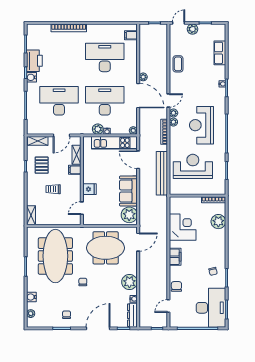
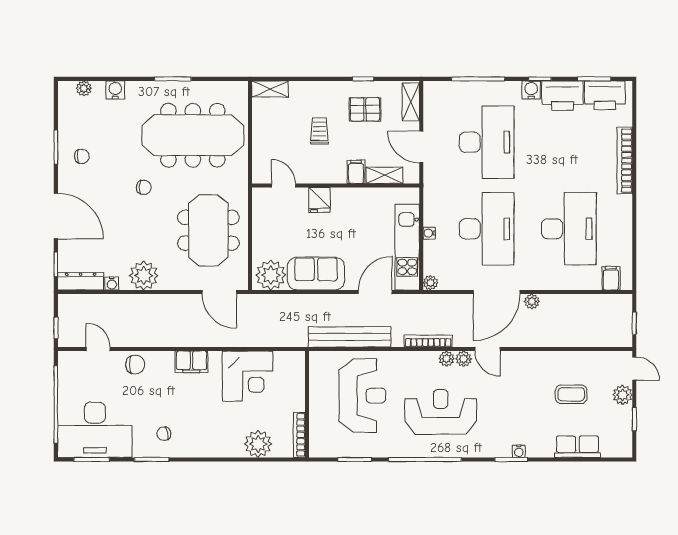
printer: (34, 38) -> (605, 95), added
coffee table: (178, 64) -> (571, 394), moved
plant: (98, 129) -> (433, 216), removed

